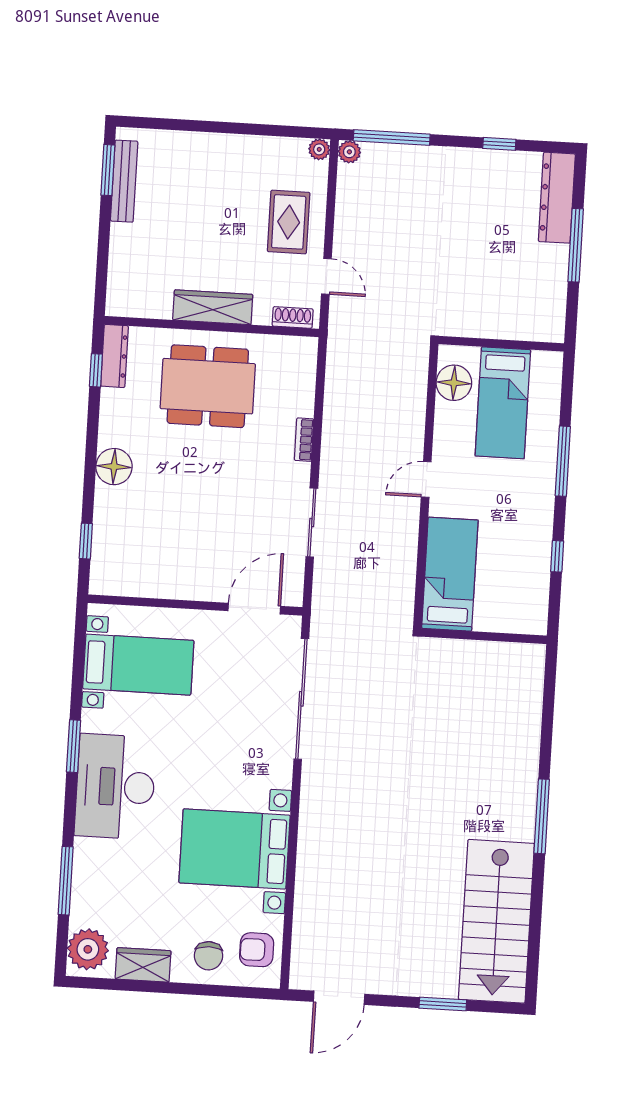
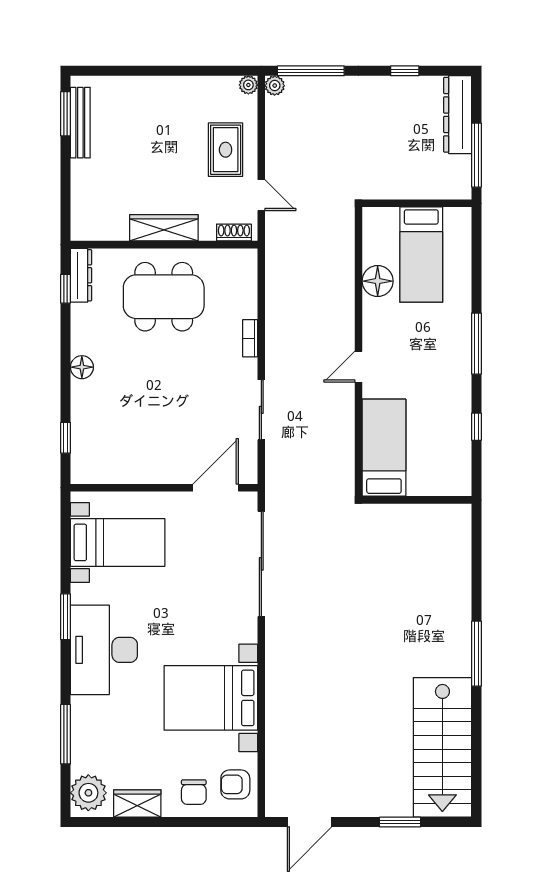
wall: (501, 344) -> (417, 203), moved
bed: (503, 403) -> (421, 255), moved
floor lamp: (114, 467) -> (82, 367), width x0.73, depth x0.73

